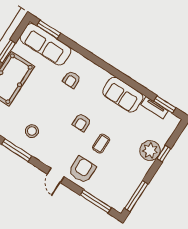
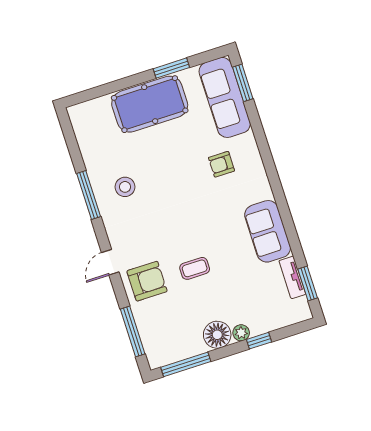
armchair: (82, 122) -> (192, 225), removed
plant: (150, 151) -> (241, 333), width x0.53, depth x0.53
floor lamp: (140, 168) -> (217, 335), added

